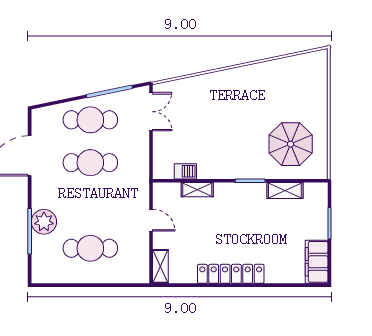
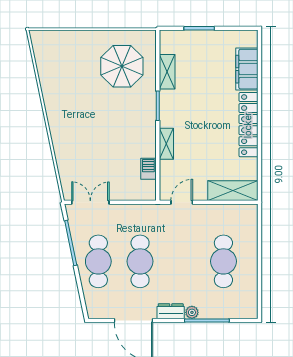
shelving: (197, 190) -> (166, 144), moved
dresser: (39, 194) -> (171, 311), added
door: (151, 220) -> (182, 202), moved
plant: (44, 222) -> (192, 312), width x0.53, depth x0.53
filing cabinet: (317, 262) -> (247, 69), moved, turned 90
shelving: (160, 266) -> (233, 191), width x1.50, depth x1.33

